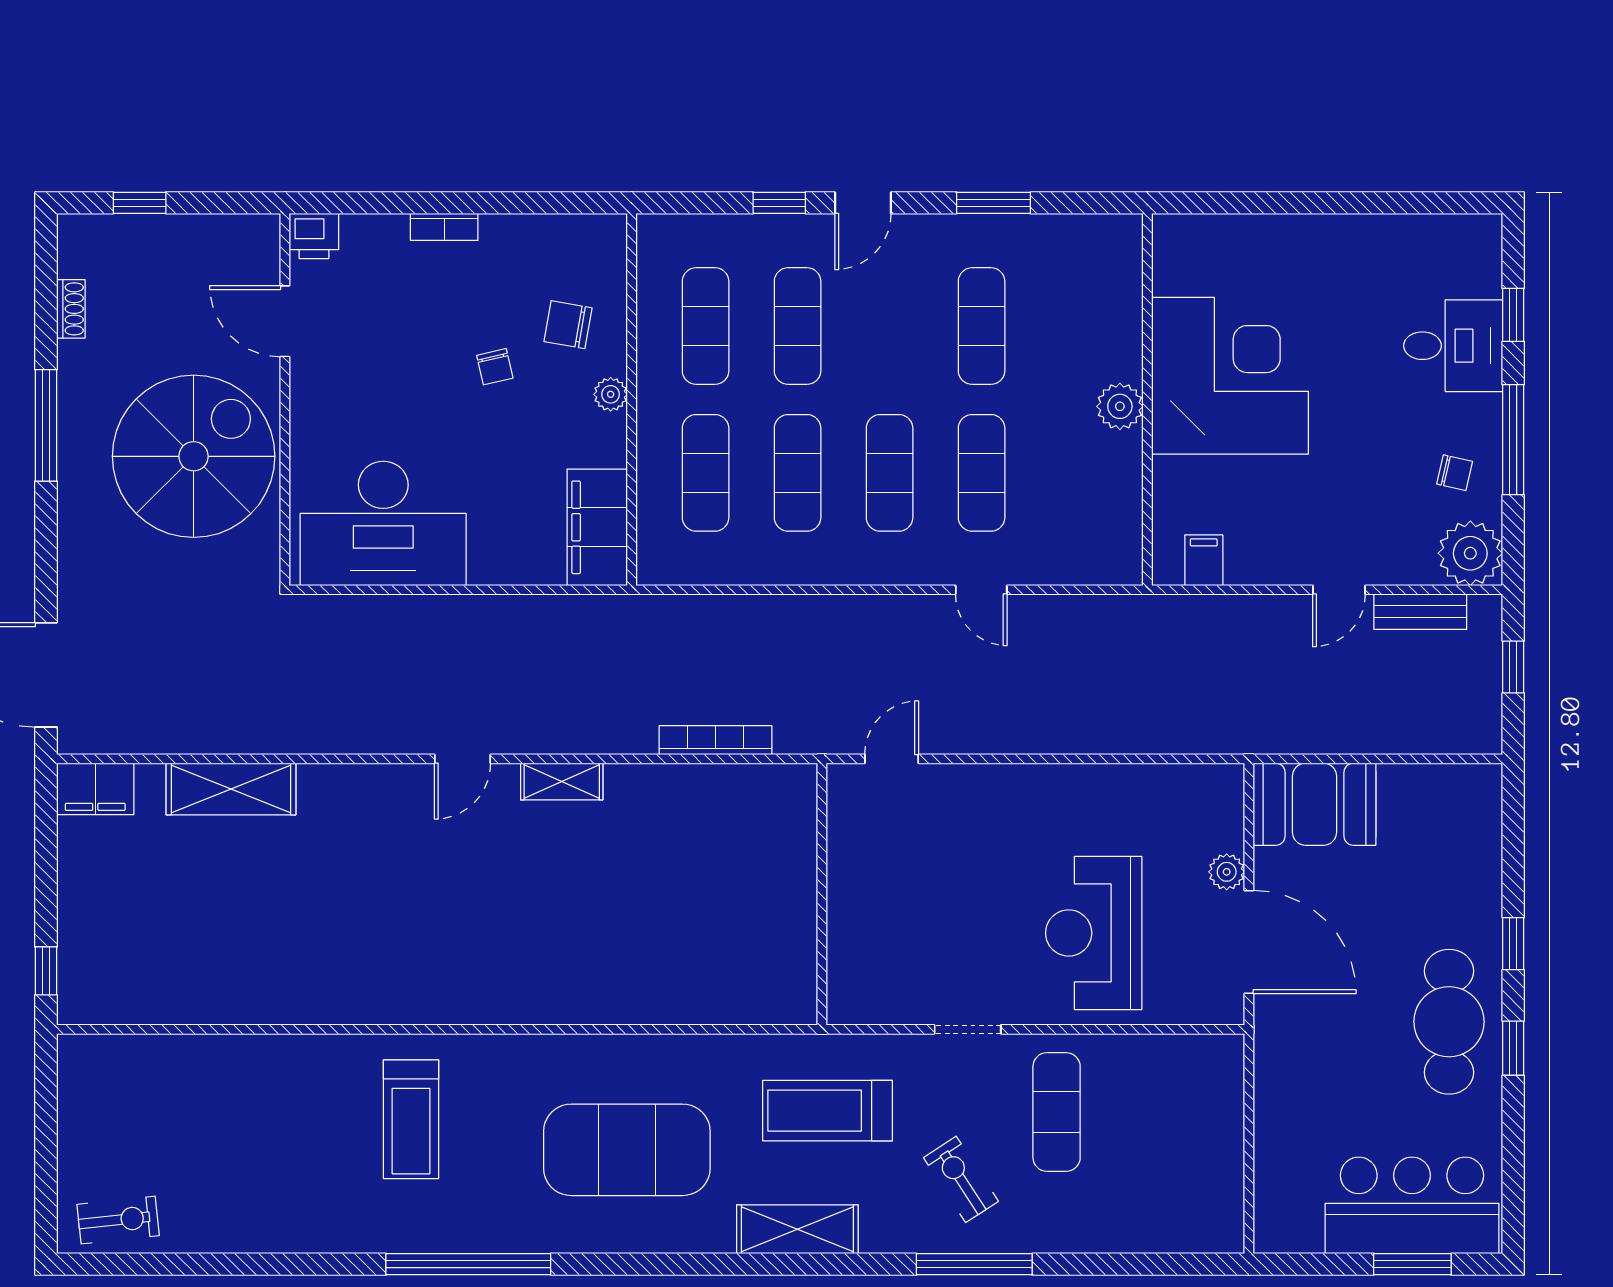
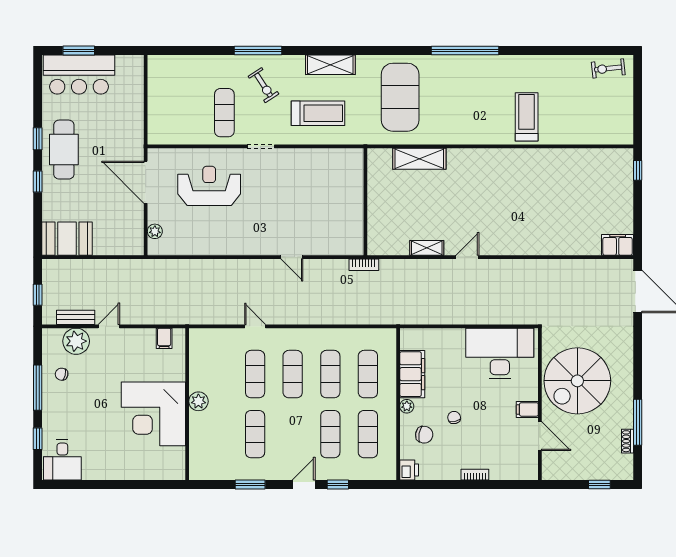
printer: (314, 236) -> (409, 470), moved, turned 90
desk: (1453, 346) -> (62, 460), moved, turned -90
filing cabinet: (316, 386) -> (527, 409), added
window: (46, 425) -> (638, 422), moved
filing cabinet: (597, 527) -> (412, 374), moved
plant: (1470, 553) -> (76, 341), moved
bookcase: (715, 740) -> (364, 265), width x0.64
door: (892, 759) -> (292, 257), hinge flipped
shelving: (231, 789) -> (419, 159), moved
booth: (1315, 804) -> (67, 239), moved
plant: (1227, 872) -> (155, 231), moved
wall: (822, 894) -> (365, 202), moved
reception desk: (1094, 933) -> (209, 186), turned -90
treadmill: (411, 1119) -> (527, 117), moved
exercise mat: (627, 1150) -> (400, 97), turned 90

